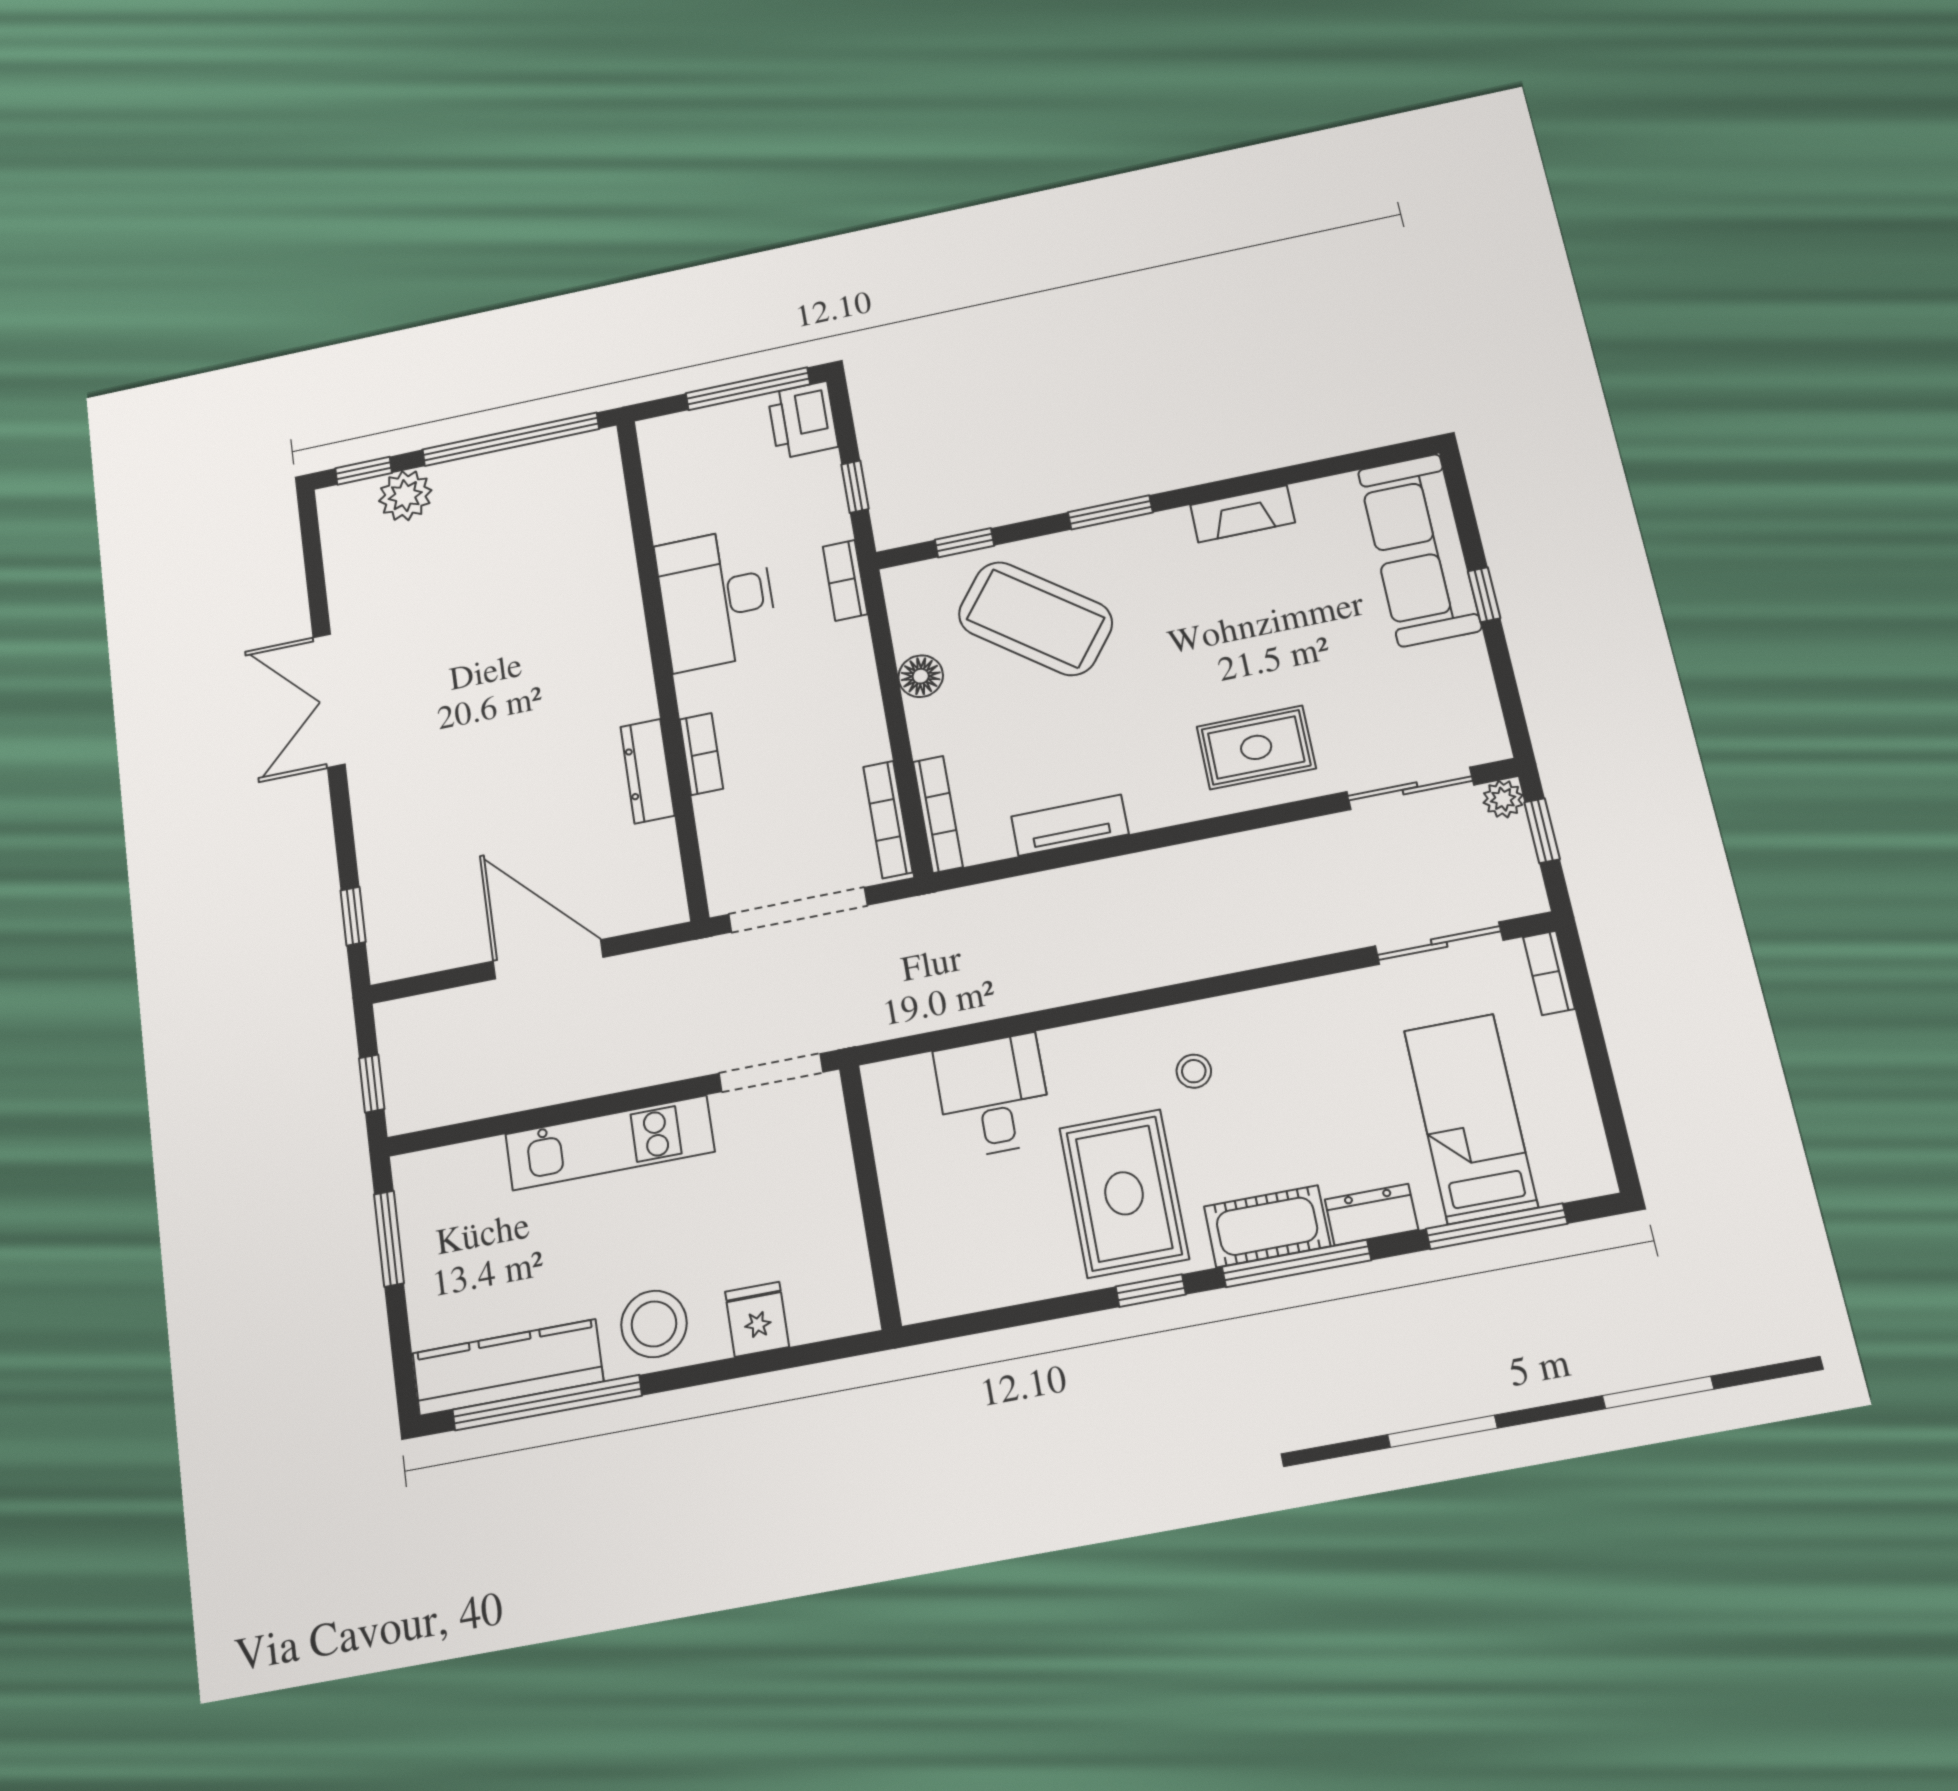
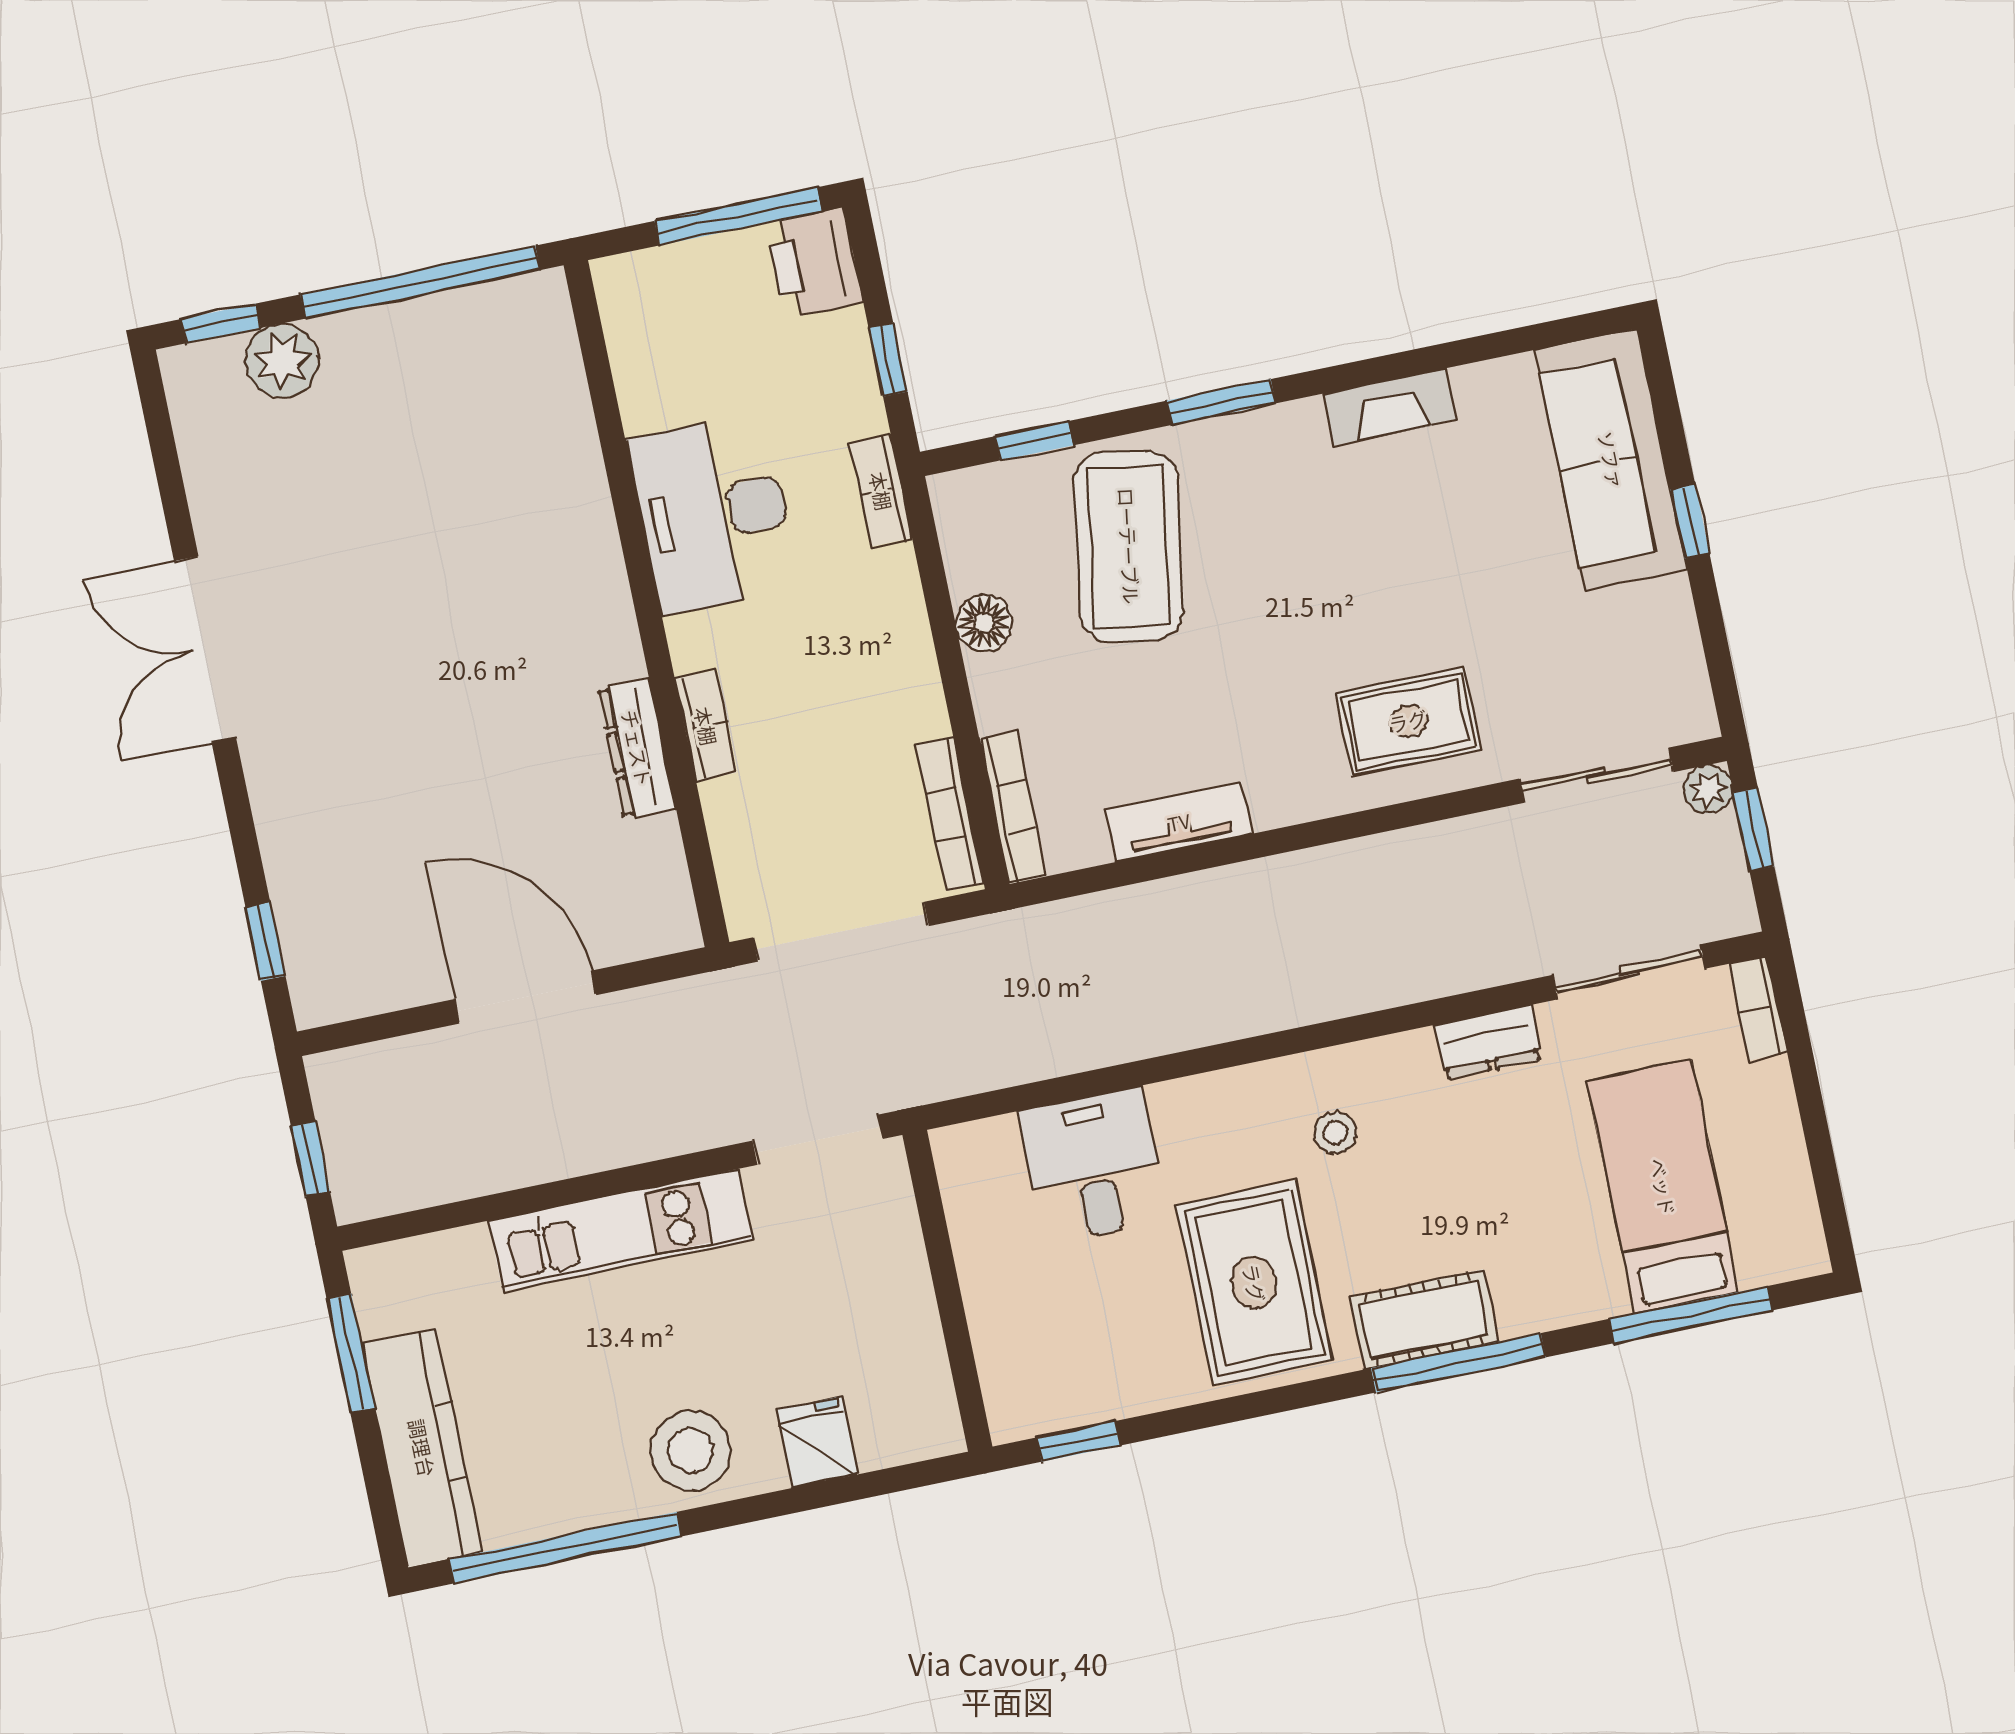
coffee table: (1035, 619) -> (1129, 546), turned 62
dresser: (1371, 1215) -> (1488, 1042), moved, turned 180
window: (1151, 1291) -> (1078, 1441), moved
kitchen counter: (508, 1367) -> (422, 1448), moved, turned 90

